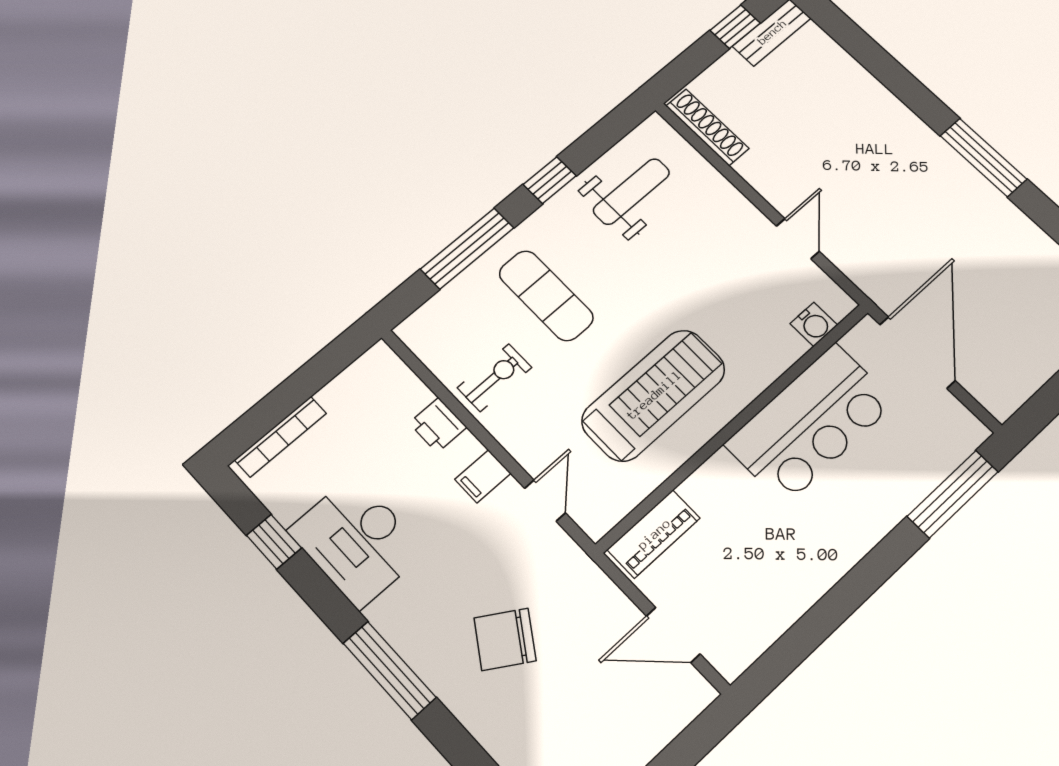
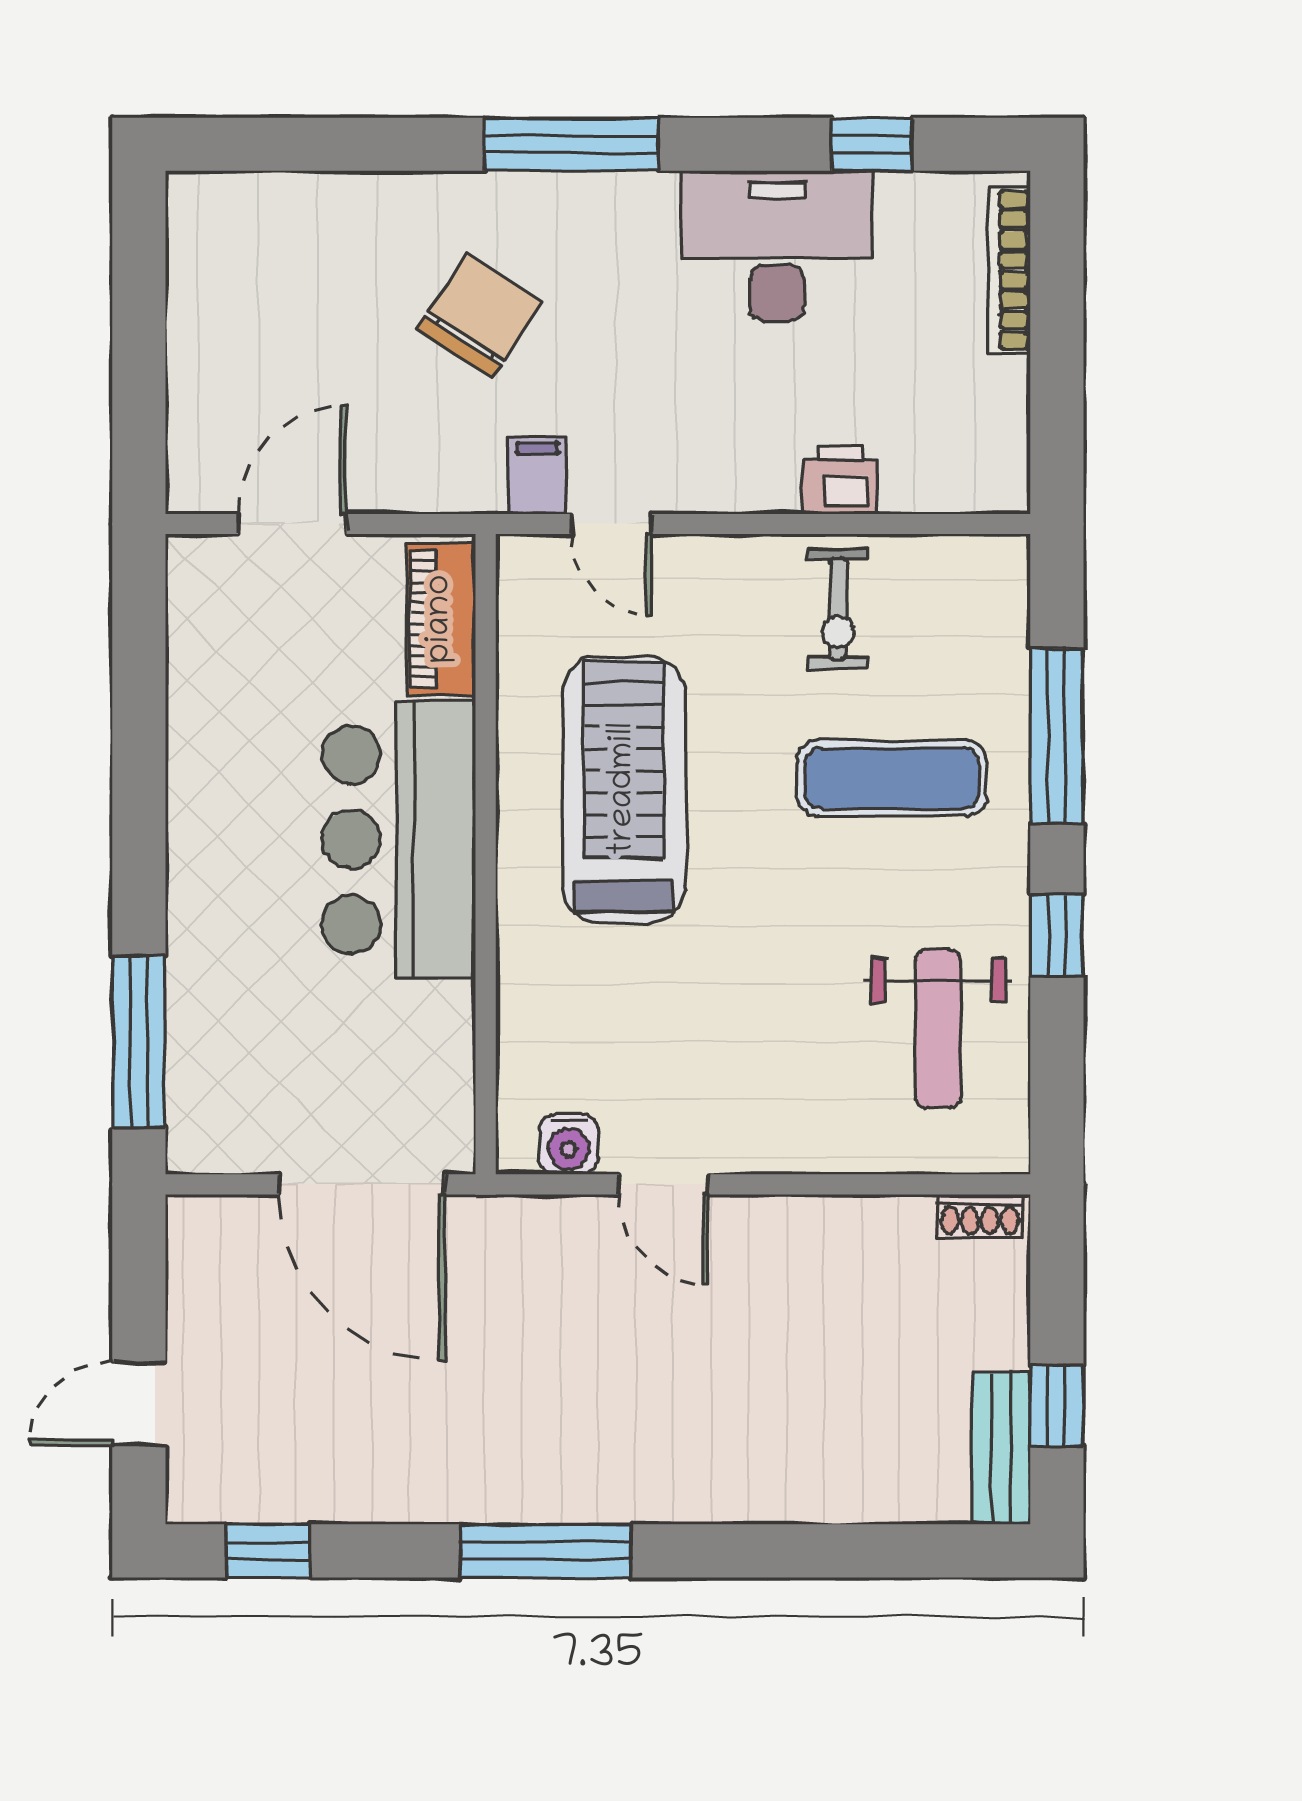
shoe rack: (707, 127) -> (980, 1215), width x0.51, depth x0.81
water cooler: (814, 324) -> (569, 1144), moved, turned -90
treadmill: (654, 395) -> (624, 789), turned 180
bar counter: (811, 423) -> (399, 839), moved
filing cabinet: (483, 476) -> (537, 475), moved

